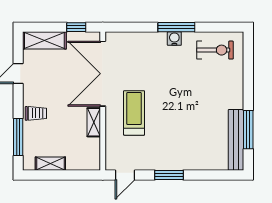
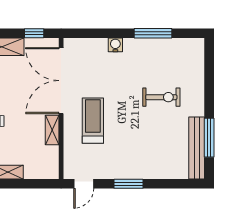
window: (176, 27) -> (153, 33), moved
water cooler: (174, 39) -> (115, 45), moved
exercise bike: (215, 50) -> (161, 97), moved

